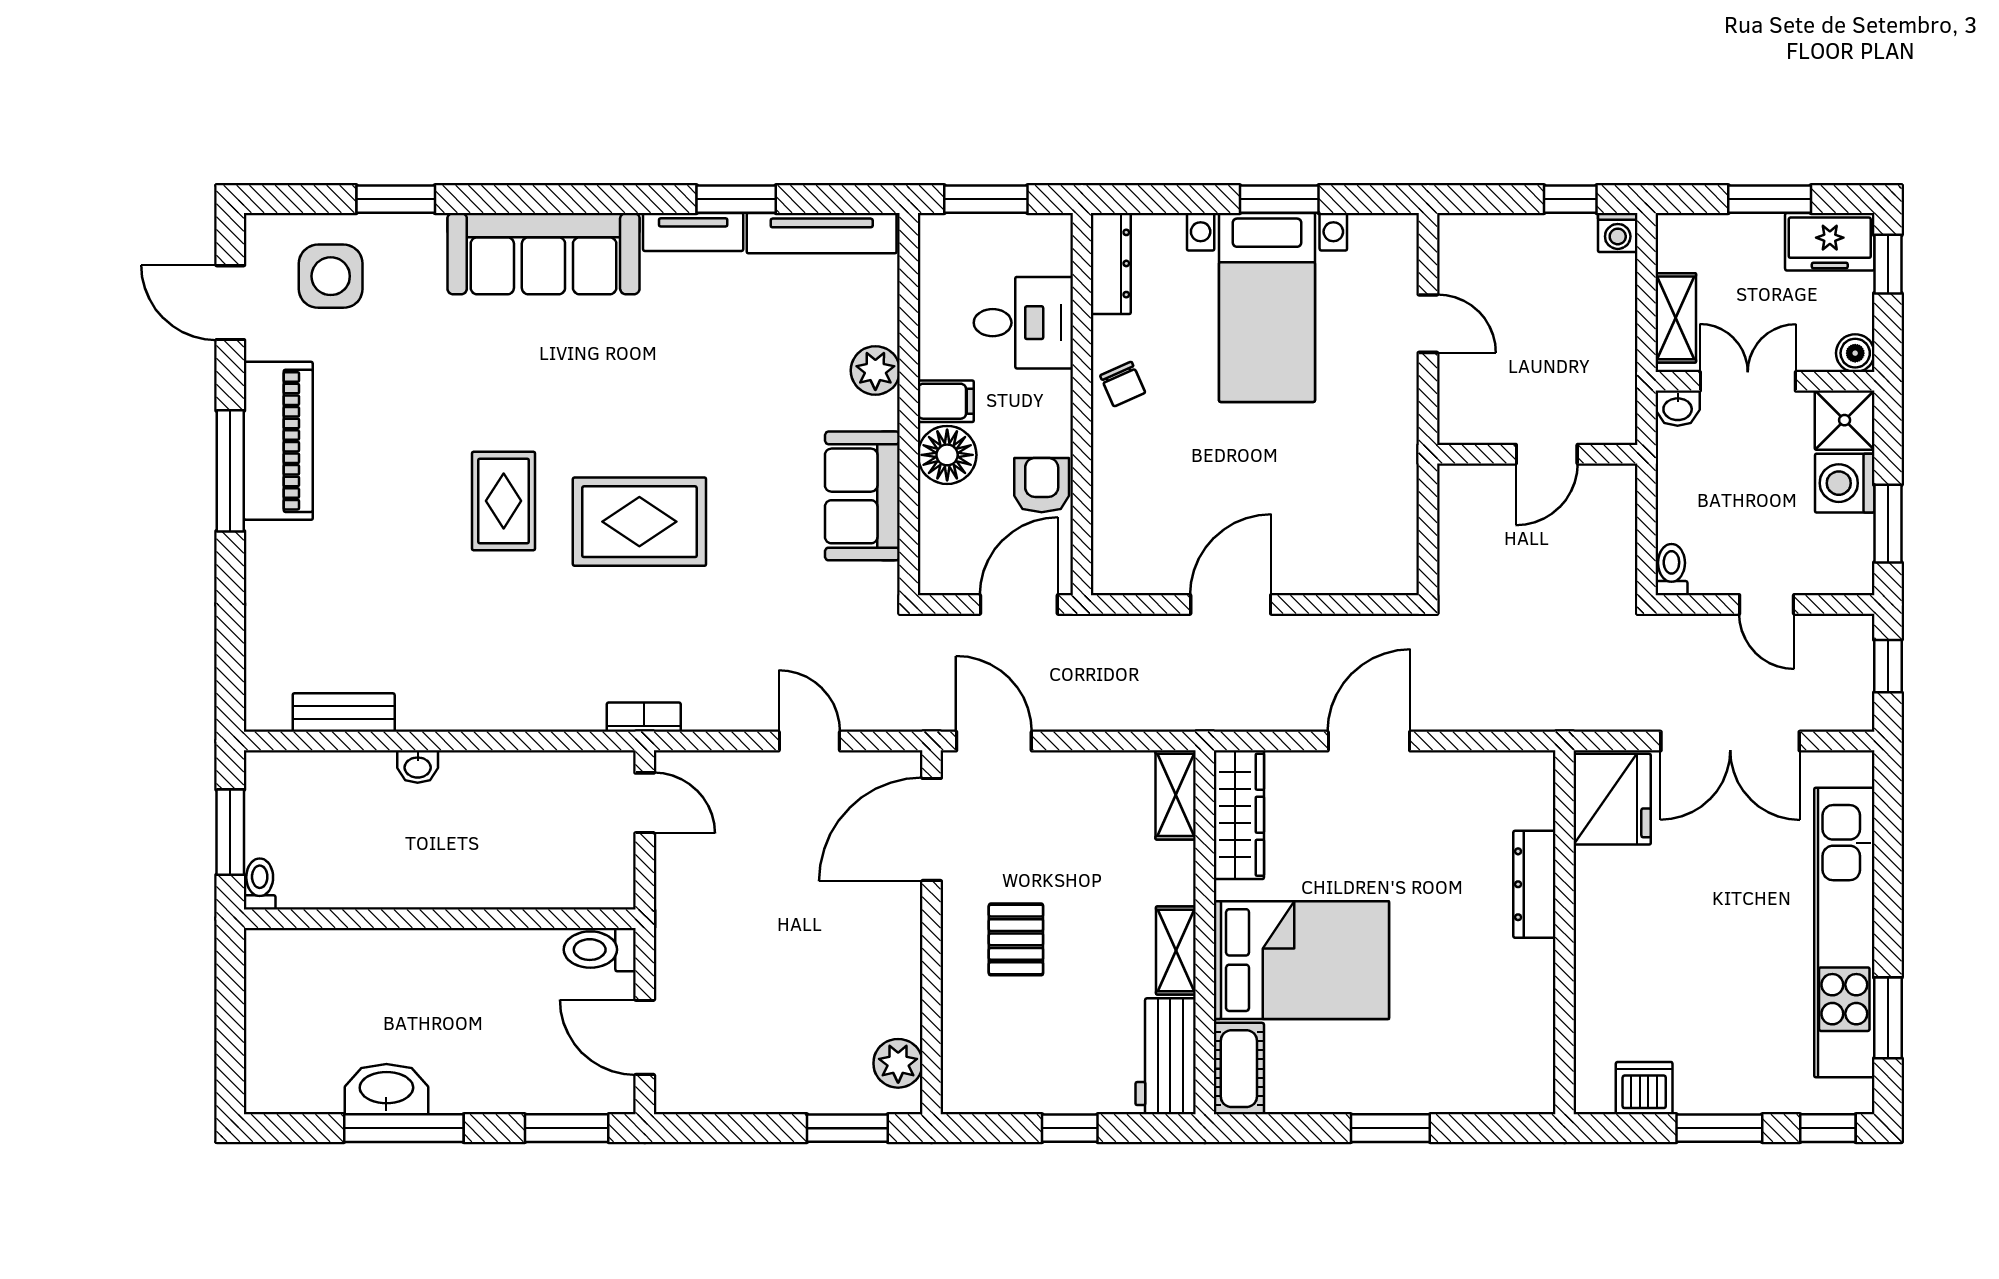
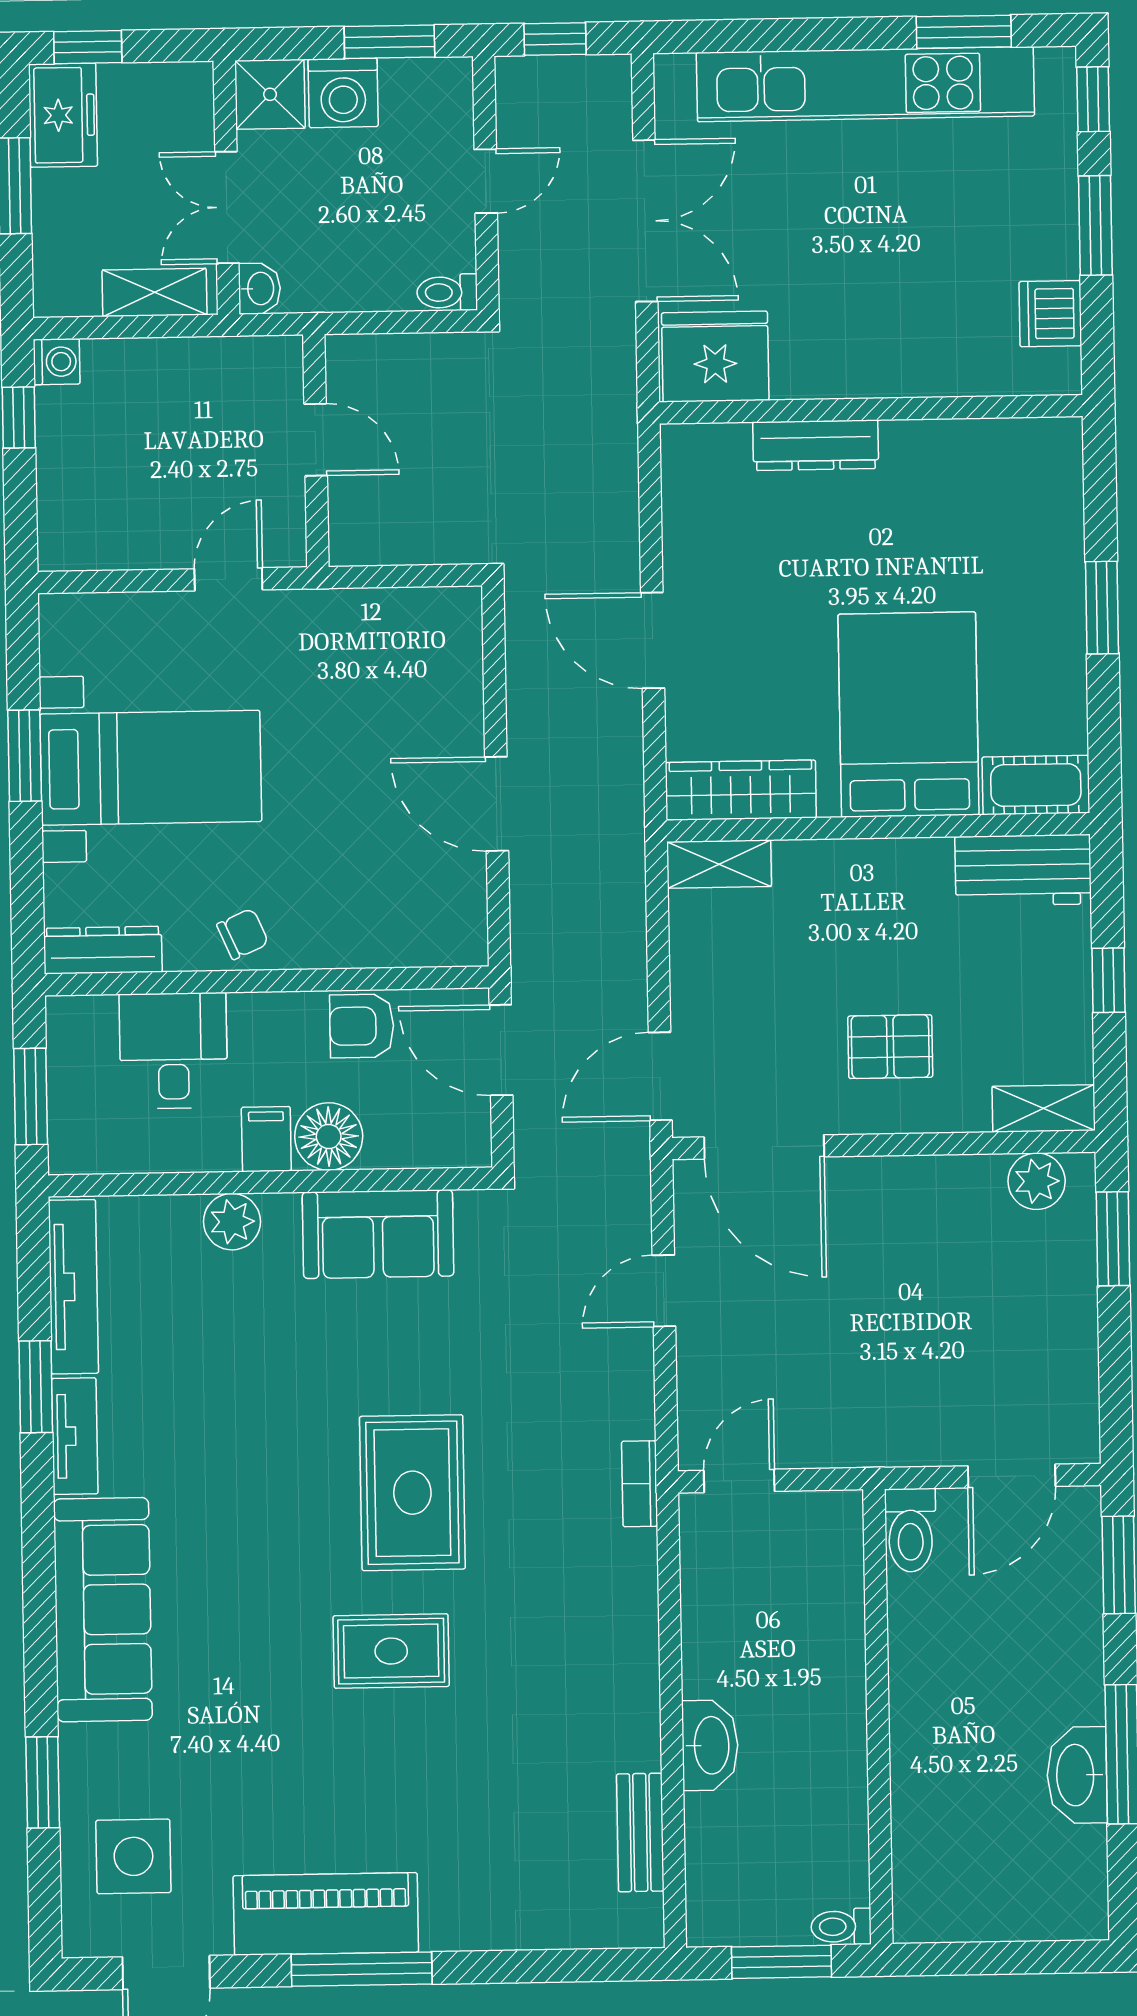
door: (1428, 324) -> (228, 579), moved
boiler: (1855, 353) -> (192, 83), removed
washbasin: (418, 767) -> (710, 1745), width x1.91, depth x1.45
shelving: (1176, 950) -> (1044, 1108), moved

